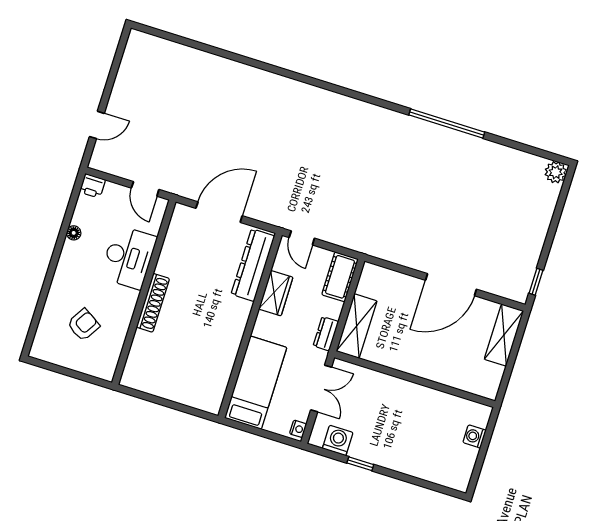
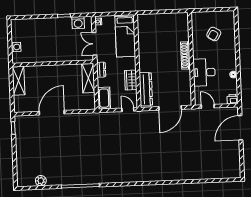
door: (97, 125) -> (240, 128), width x1.87
plant: (556, 172) -> (41, 181), moved
shelving: (504, 335) -> (19, 81), moved

